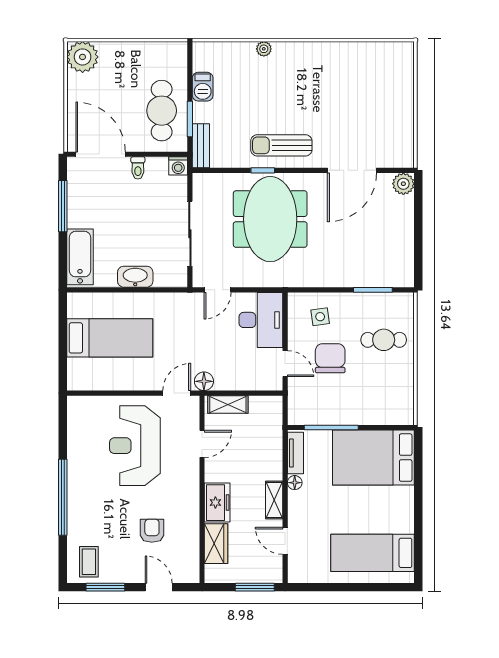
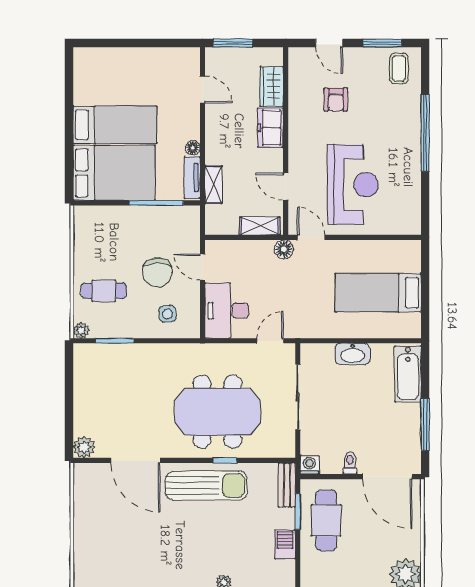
sun lounger: (281, 145) -> (206, 486), width x1.36, depth x1.34
door: (352, 170) -> (135, 460), swing flipped
meeting table: (270, 219) -> (217, 412), turned 90
plant: (406, 300) -> (81, 330), added
door: (177, 393) -> (311, 237), swing flipped
door: (202, 444) -> (286, 187), hinge flipped
shelving: (274, 500) -> (213, 185), moved
bed: (373, 553) -> (115, 125), moved

